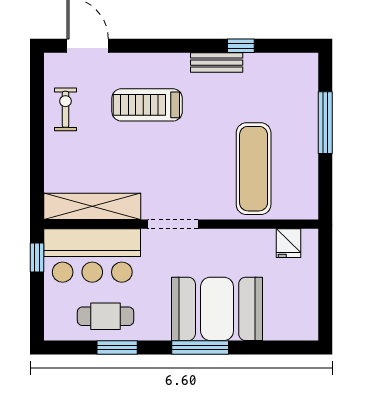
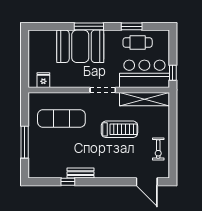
treadmill: (147, 105) -> (119, 129), moved
exercise mat: (254, 169) -> (61, 118), turned 90

